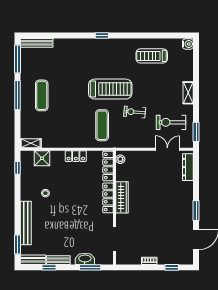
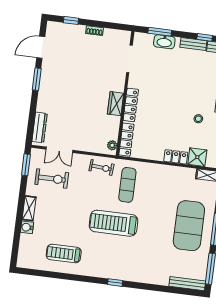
water cooler: (188, 44) -> (27, 227), moved
treadmill: (152, 56) -> (64, 253), turned 180
exercise mat: (42, 95) -> (189, 226), width x2.00, depth x1.45
exercise bike: (135, 112) -> (102, 168), moved
locker: (76, 156) -> (176, 157), moved
wardrobe: (122, 197) -> (116, 104), width x0.67

